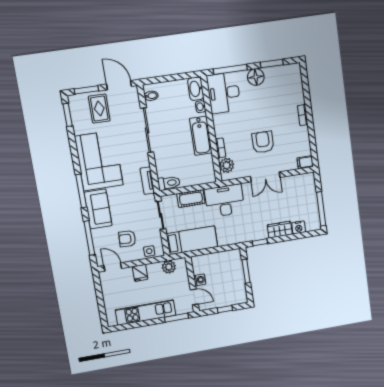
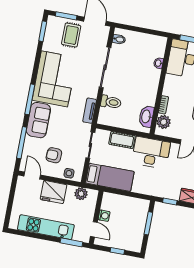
washbasin: (196, 89) -> (146, 116), moved
bathtub: (201, 136) -> (150, 88), removed
toilet: (169, 183) -> (111, 102), moved
fridge: (140, 273) -> (54, 192), width x1.88, depth x1.34

